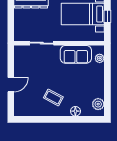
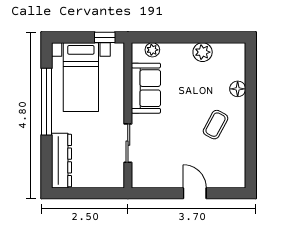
window: (107, 16) -> (105, 37), moved
plant: (98, 104) -> (203, 52), moved

